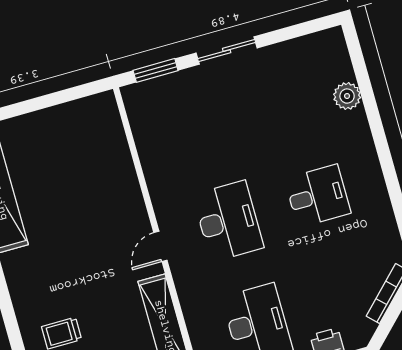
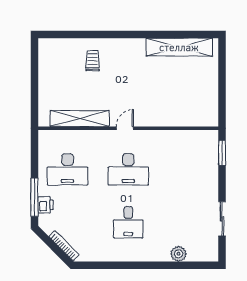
sliding door: (227, 50) -> (222, 219), moved
door: (160, 246) -> (125, 128), hinge flipped

